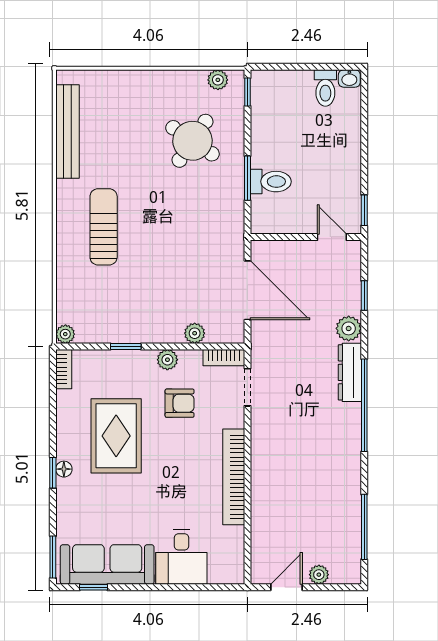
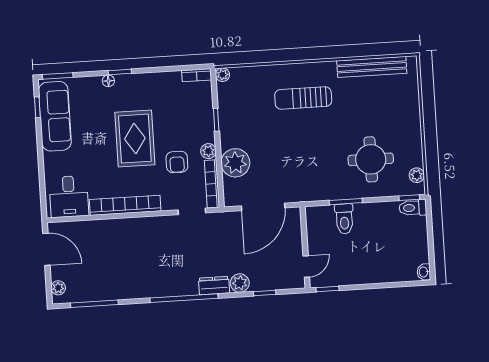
toilet: (325, 88) -> (413, 208), moved
round table: (192, 141) -> (371, 159), turned -34
sun lounger: (104, 227) -> (303, 98), turned 180
plant: (195, 333) -> (235, 163), width x1.88, depth x1.88
bookcase: (224, 358) -> (212, 184), width x1.56
dresser: (350, 372) -> (214, 286), width x0.70
rug: (116, 436) -> (135, 139), moved, turned 90
floor lamp: (64, 469) -> (108, 81), moved
desk: (181, 557) -> (69, 197), moved, turned -90
plant: (319, 575) -> (58, 288), moved
door: (286, 587) -> (46, 249), width x1.38

